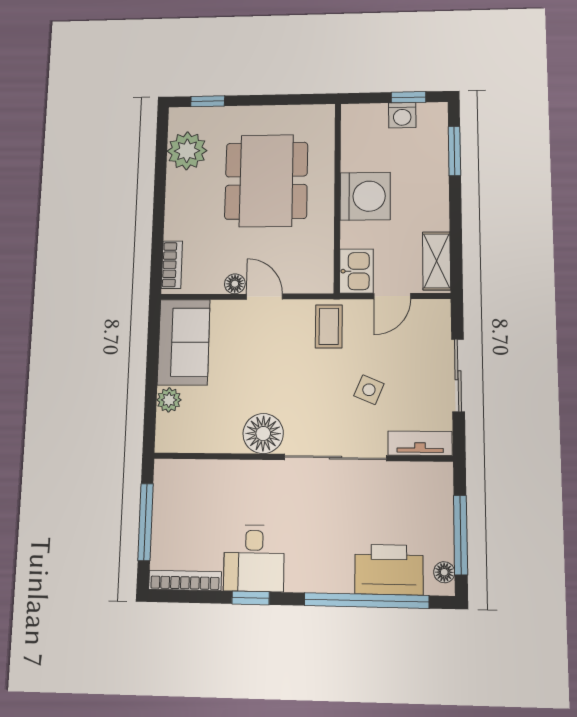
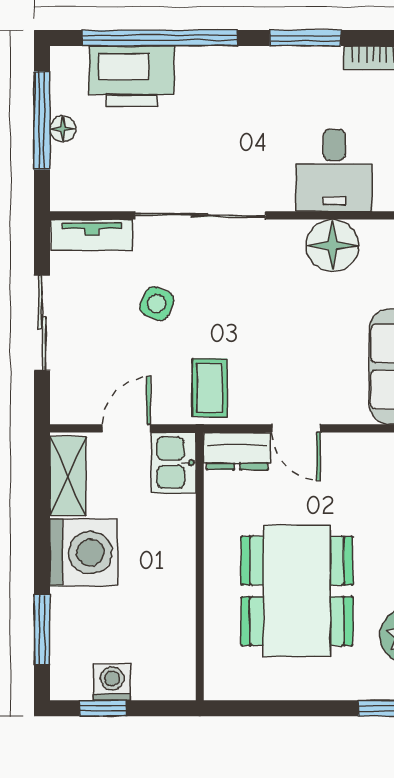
washing machine: (365, 196) -> (84, 552), moved, turned 180
dresser: (309, 280) -> (237, 451), added
floor lamp: (235, 284) -> (336, 446), removed
floor lamp: (263, 434) -> (332, 246), moved
desk: (254, 558) -> (334, 170), moved, turned 180
floor lamp: (444, 572) -> (63, 129), moved
window: (251, 598) -> (305, 38), width x1.50

